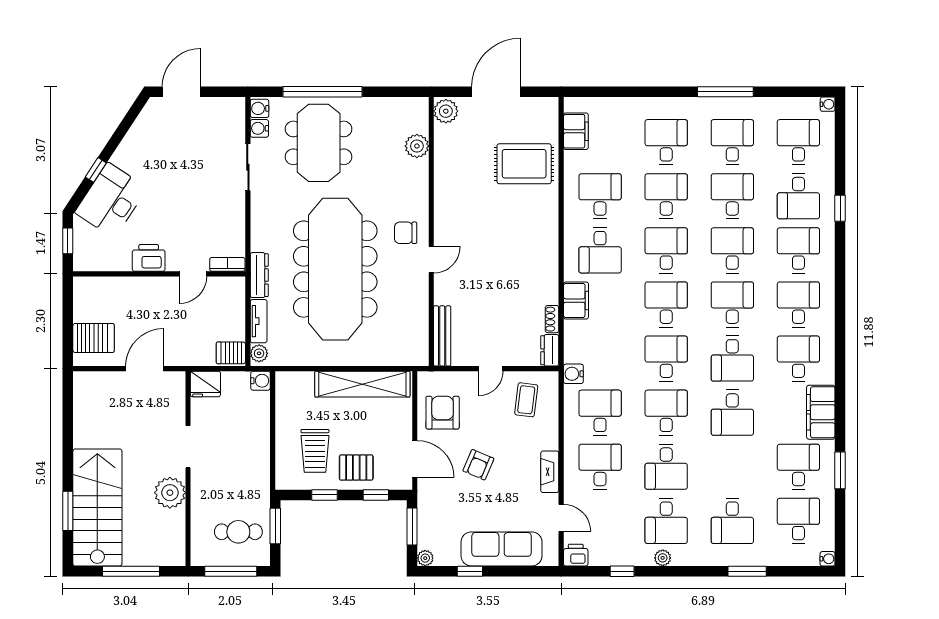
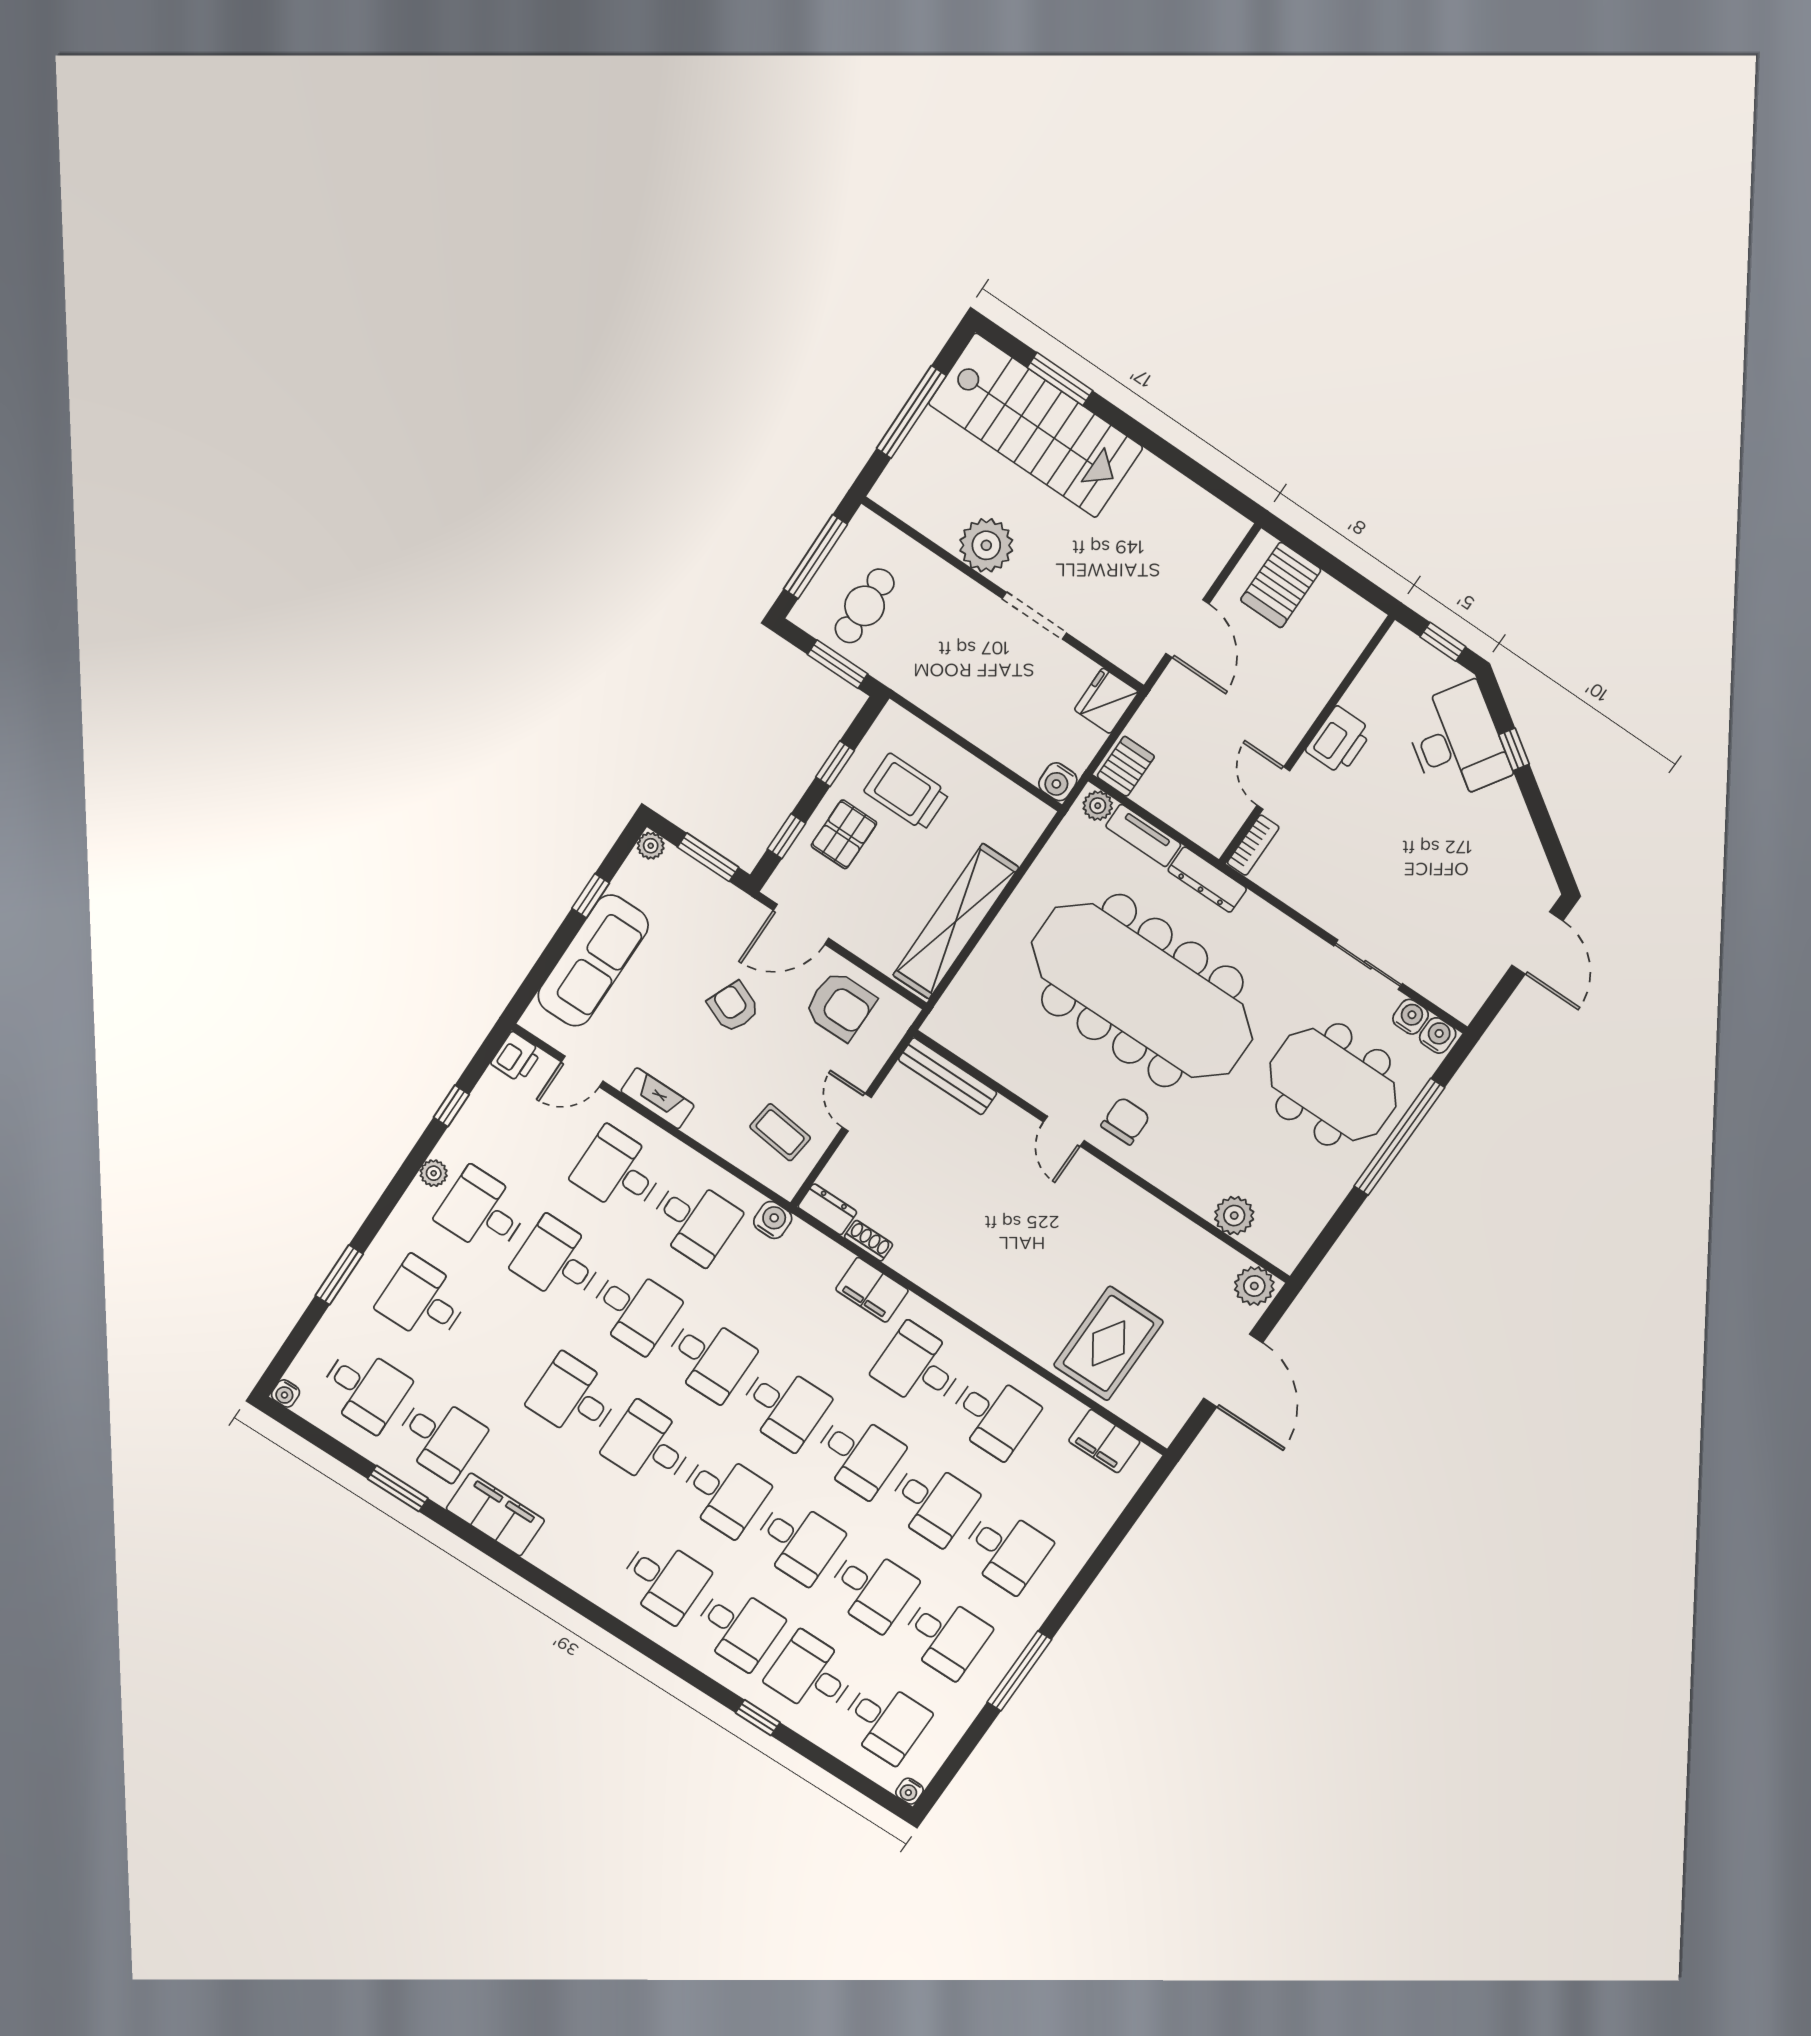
desk: (798, 359) -> (589, 1533), removed
desk: (600, 467) -> (618, 1171), turned 180

